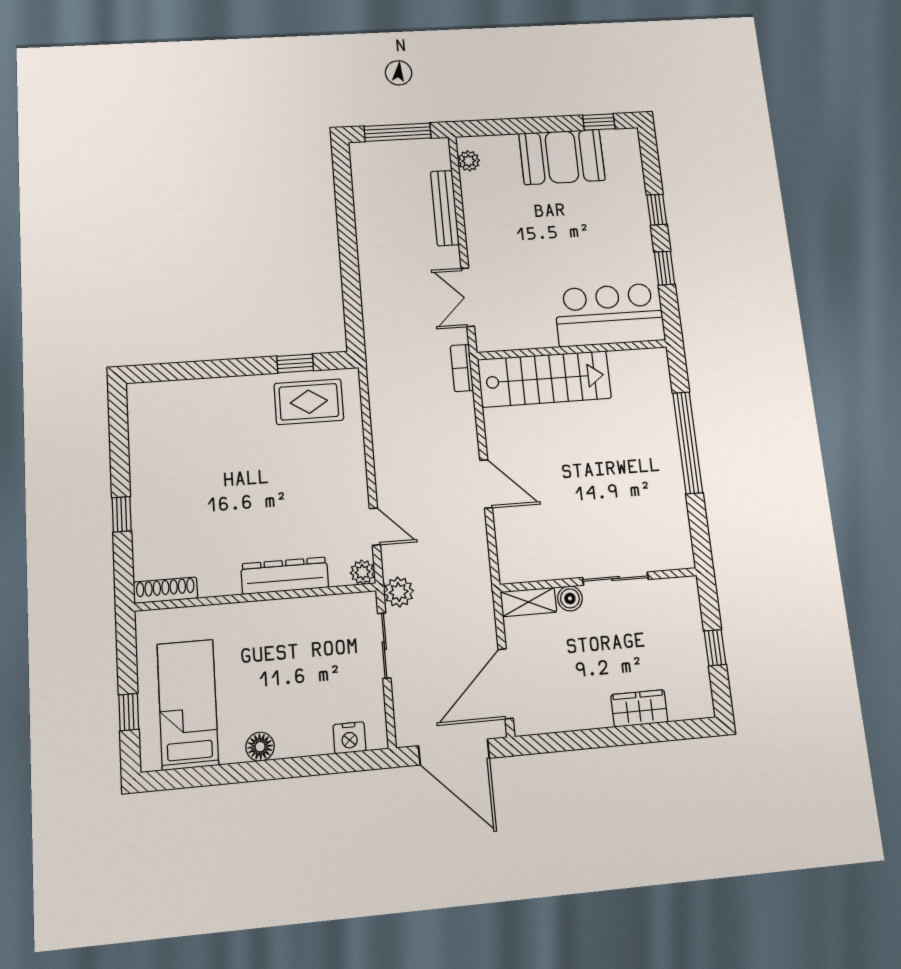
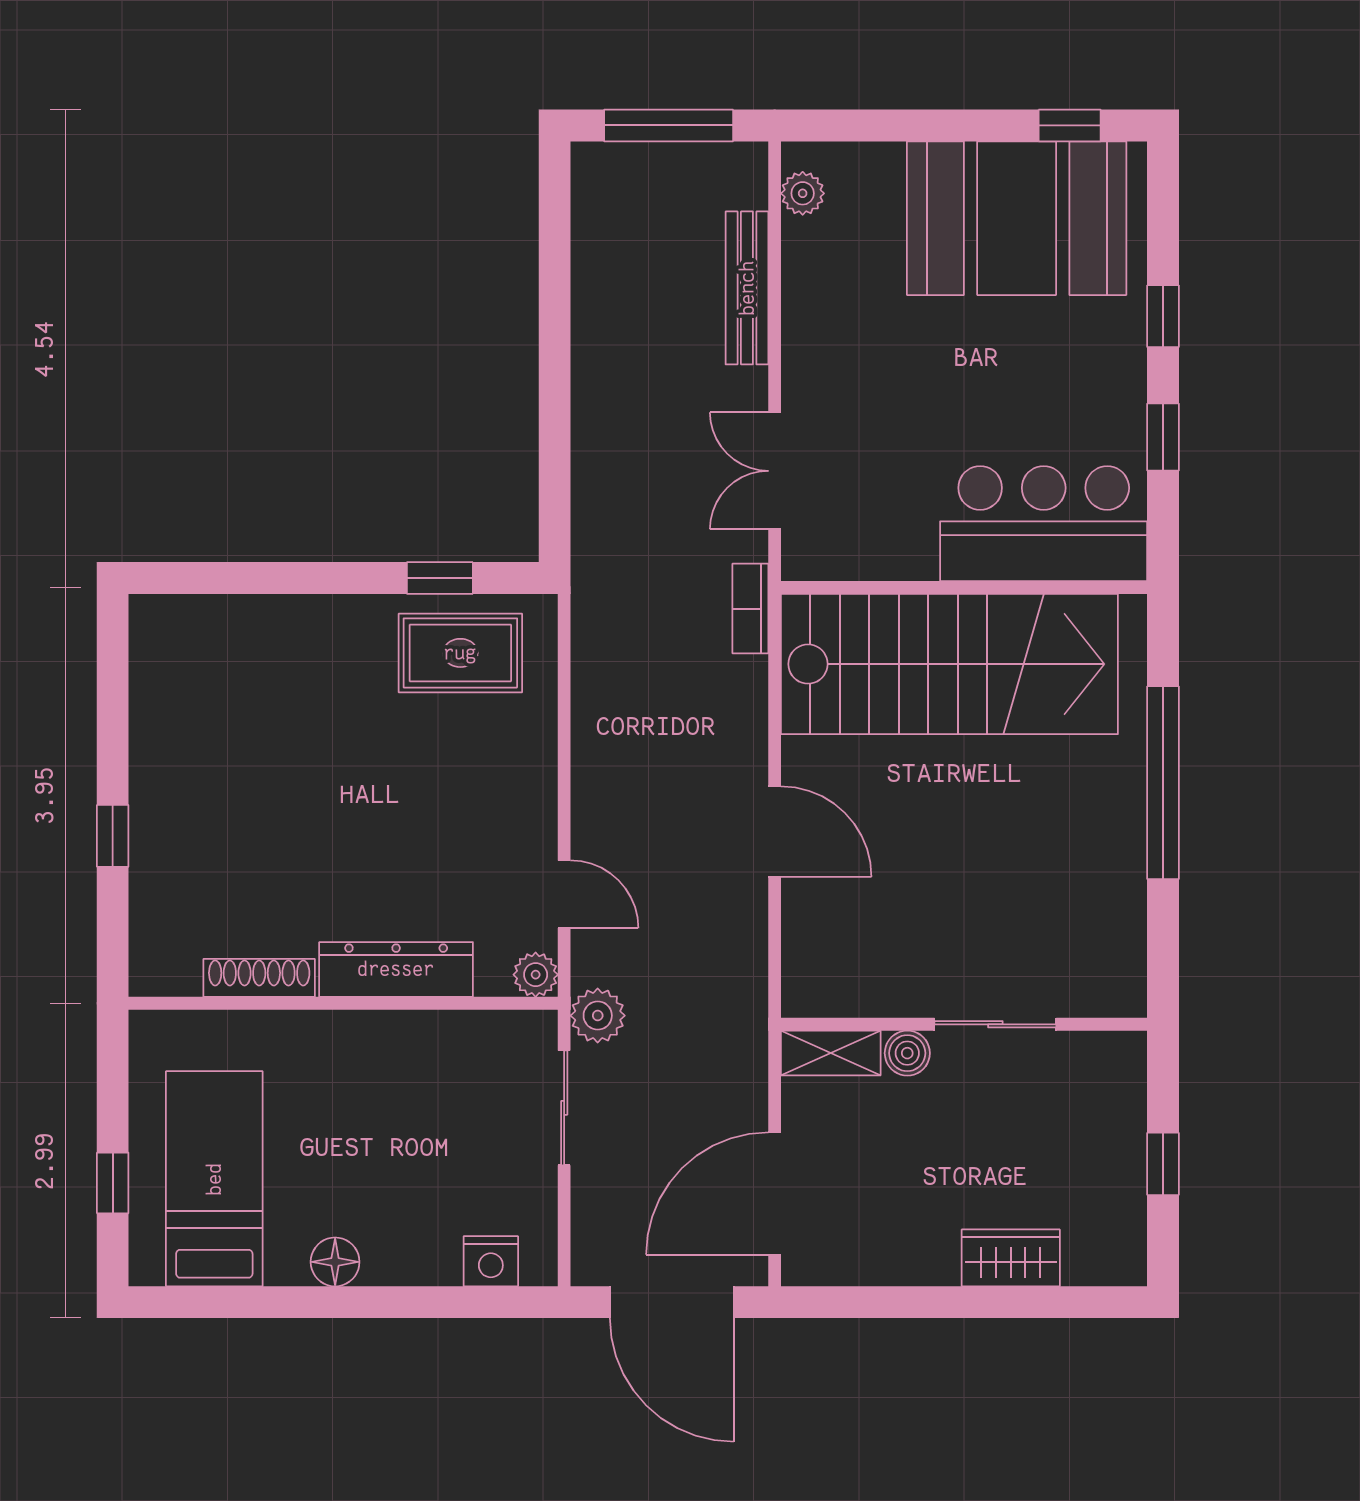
booth: (562, 157) -> (1017, 218), width x1.36, depth x1.42
stairs: (544, 379) -> (949, 664), width x1.36, depth x1.51
shoe rack: (165, 590) -> (259, 978), moved

